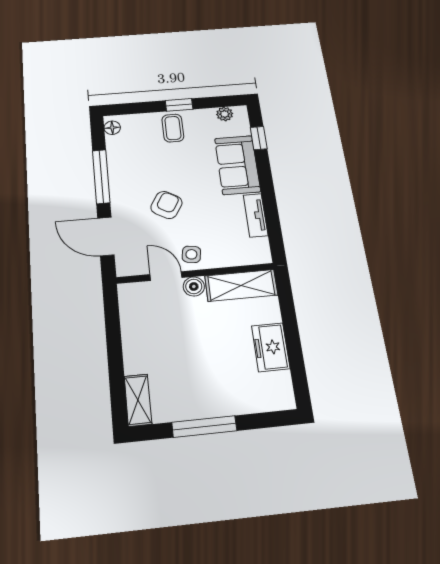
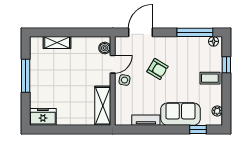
window: (179, 105) -> (226, 65), moved
window: (101, 176) -> (195, 32), moved
boiler: (194, 286) -> (105, 48), moved
freezer: (271, 347) -> (43, 117), moved
shelving: (138, 400) -> (57, 43), moved

